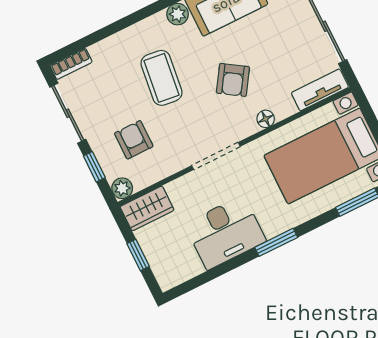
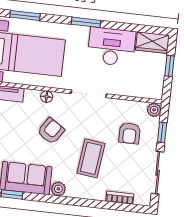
bookcase: (71, 64) -> (120, 198), moved
wardrobe: (147, 208) -> (152, 43), moved, turned 180

